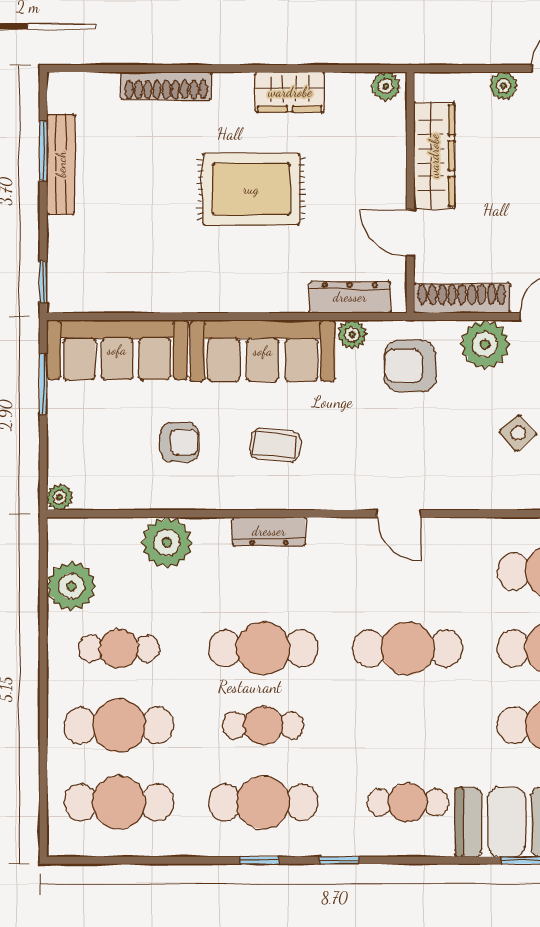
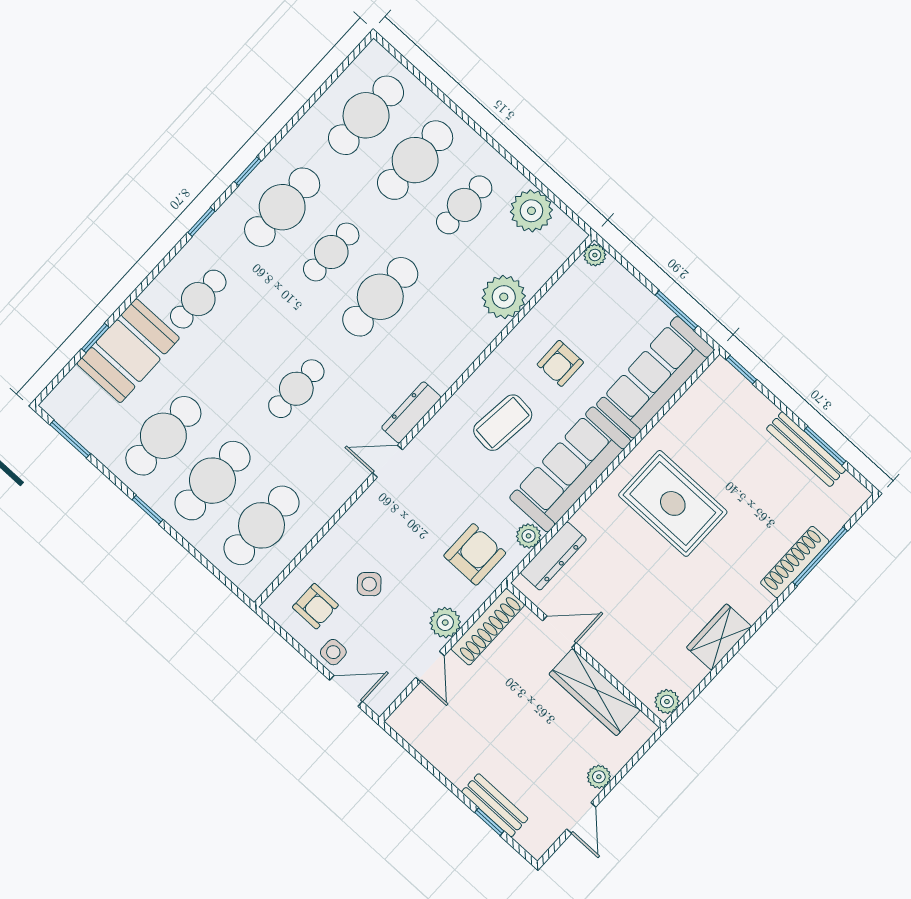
window: (142, 69) -> (820, 557), added
rug: (251, 189) -> (673, 503), moved, turned 90
plant: (485, 344) -> (445, 623), width x0.73, depth x0.73
coffee table: (275, 445) -> (503, 423), width x1.36, depth x1.30
dresser: (269, 531) -> (411, 412), moved
cafe table: (408, 648) -> (296, 389), width x0.73, depth x0.74

